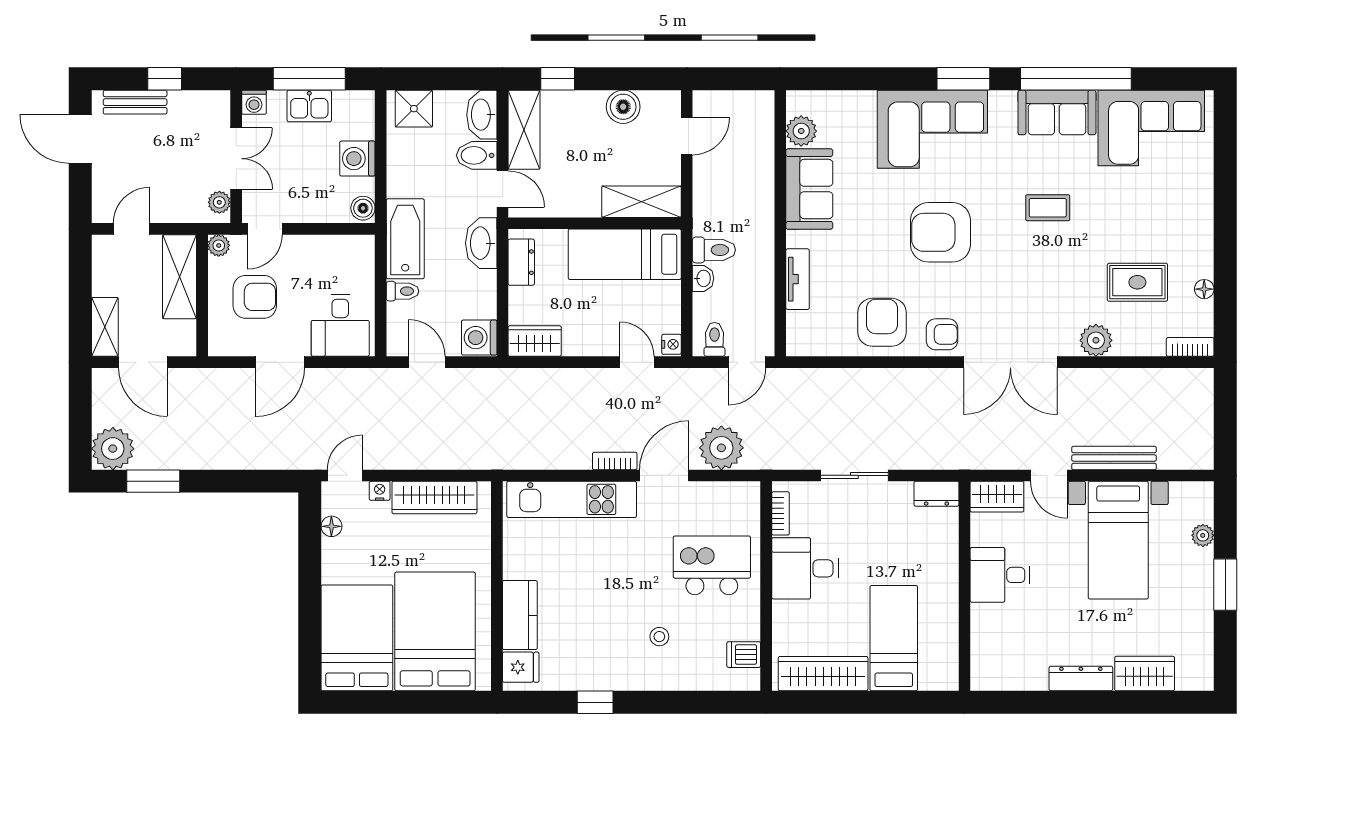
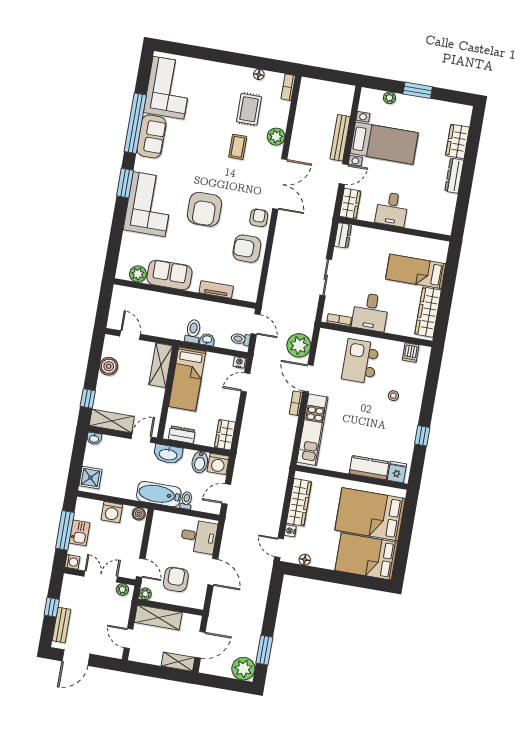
washbasin: (482, 115) -> (94, 438), width x0.52, depth x0.69
bidet: (477, 155) -> (200, 462), moved
coffee table: (1048, 208) -> (238, 147), moved

